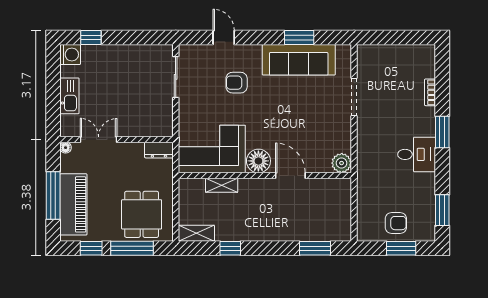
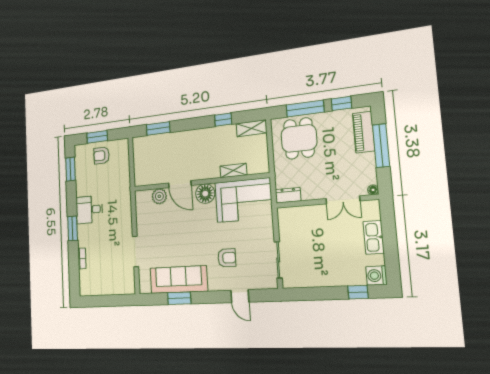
plant: (342, 163) -> (159, 196), moved
piano: (73, 204) -> (364, 132), width x0.73, depth x0.75

